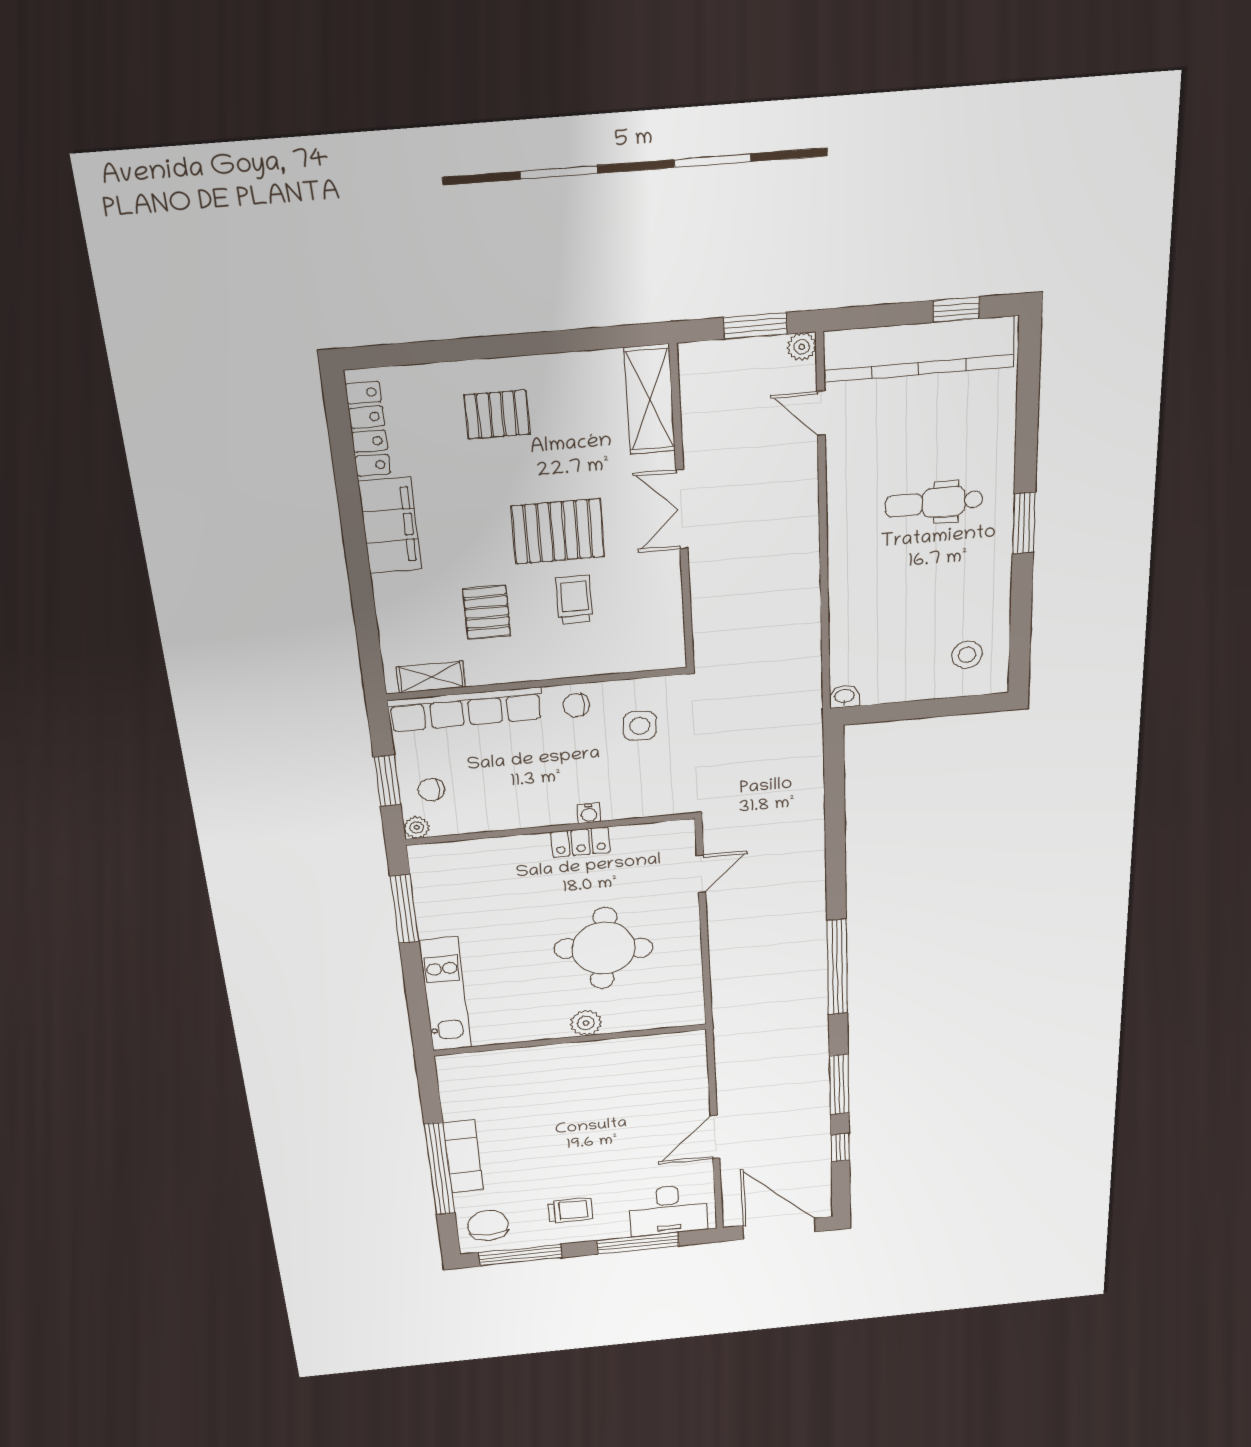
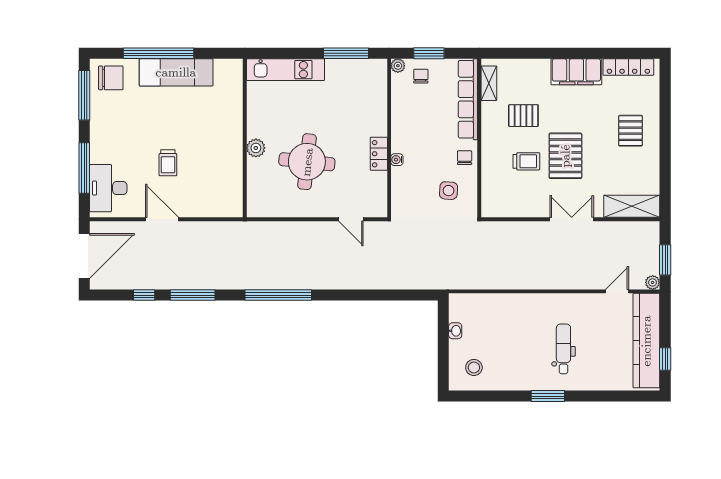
washbasin: (844, 697) -> (455, 331), moved
exam couch: (463, 1156) -> (176, 72), width x1.36, depth x1.45
trolley: (570, 1210) -> (168, 163), moved

